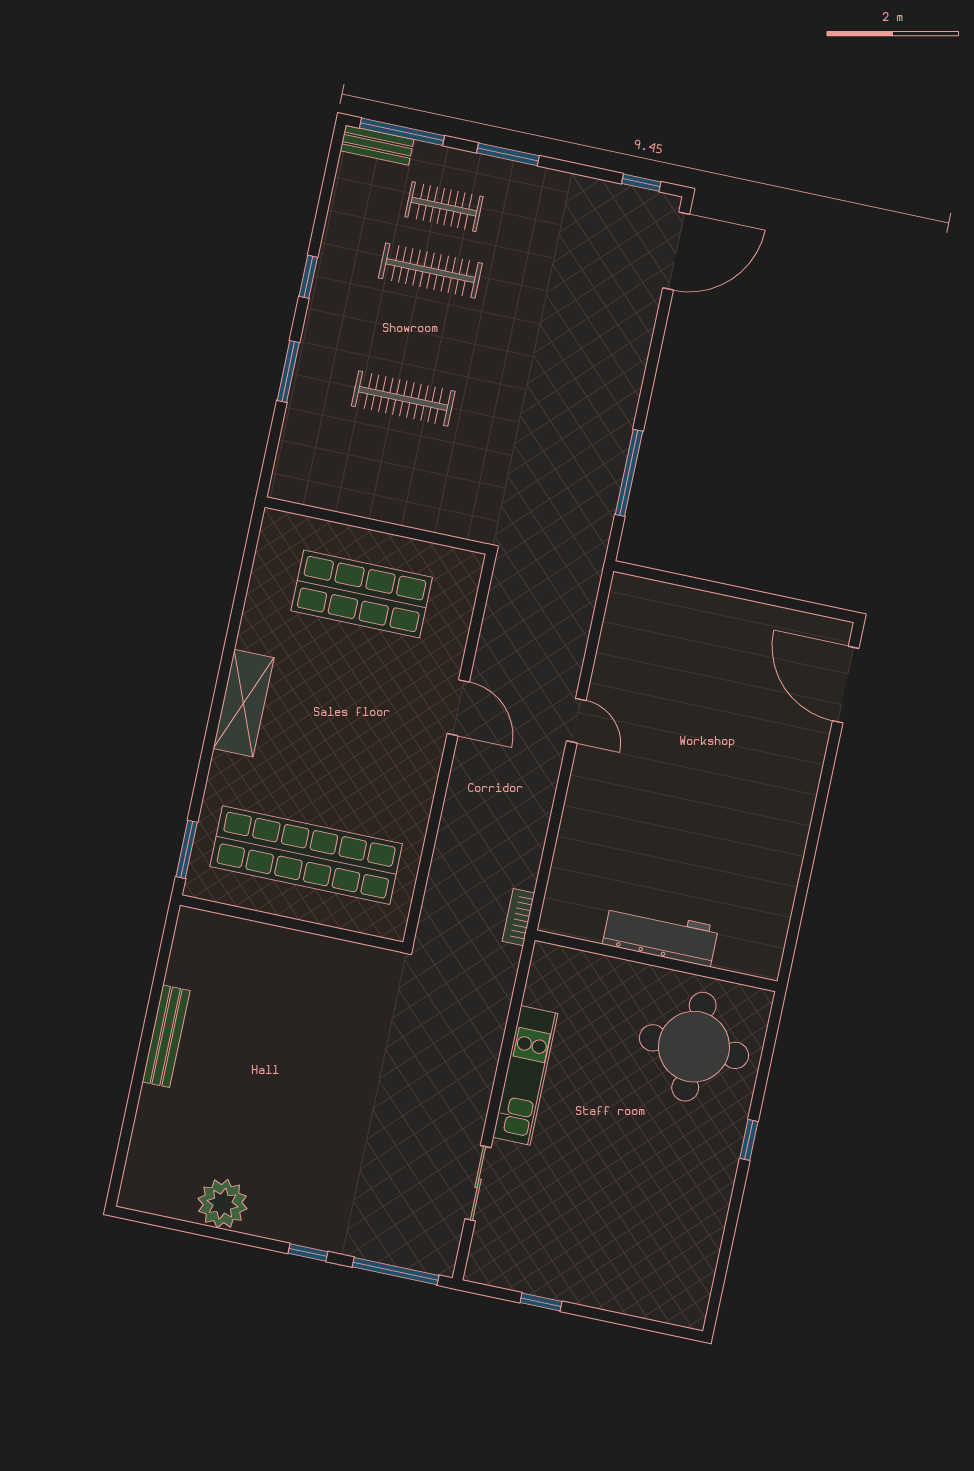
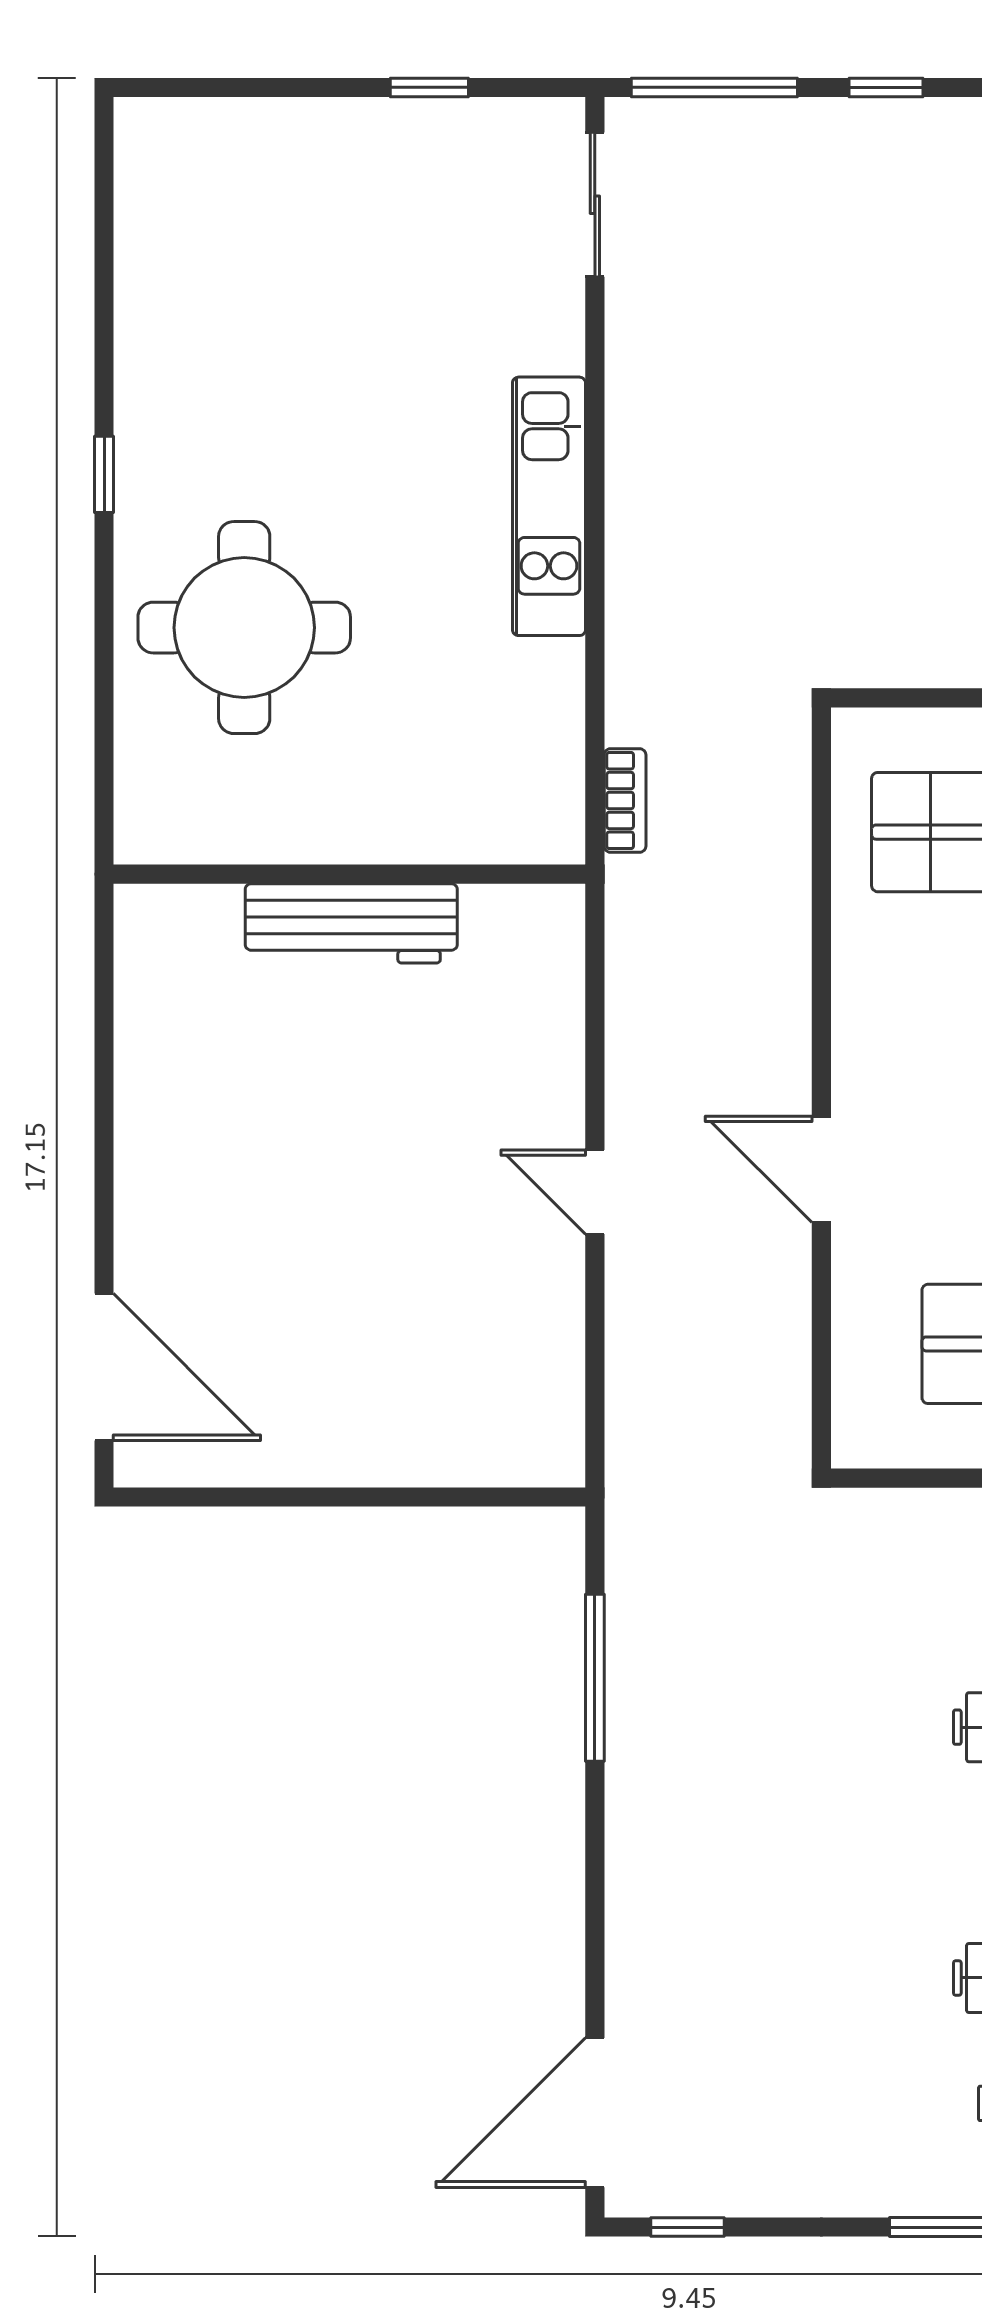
workbench: (661, 935) -> (351, 923), moved
wall: (656, 961) -> (349, 874), moved
sliding door: (478, 1183) -> (595, 205), moved

